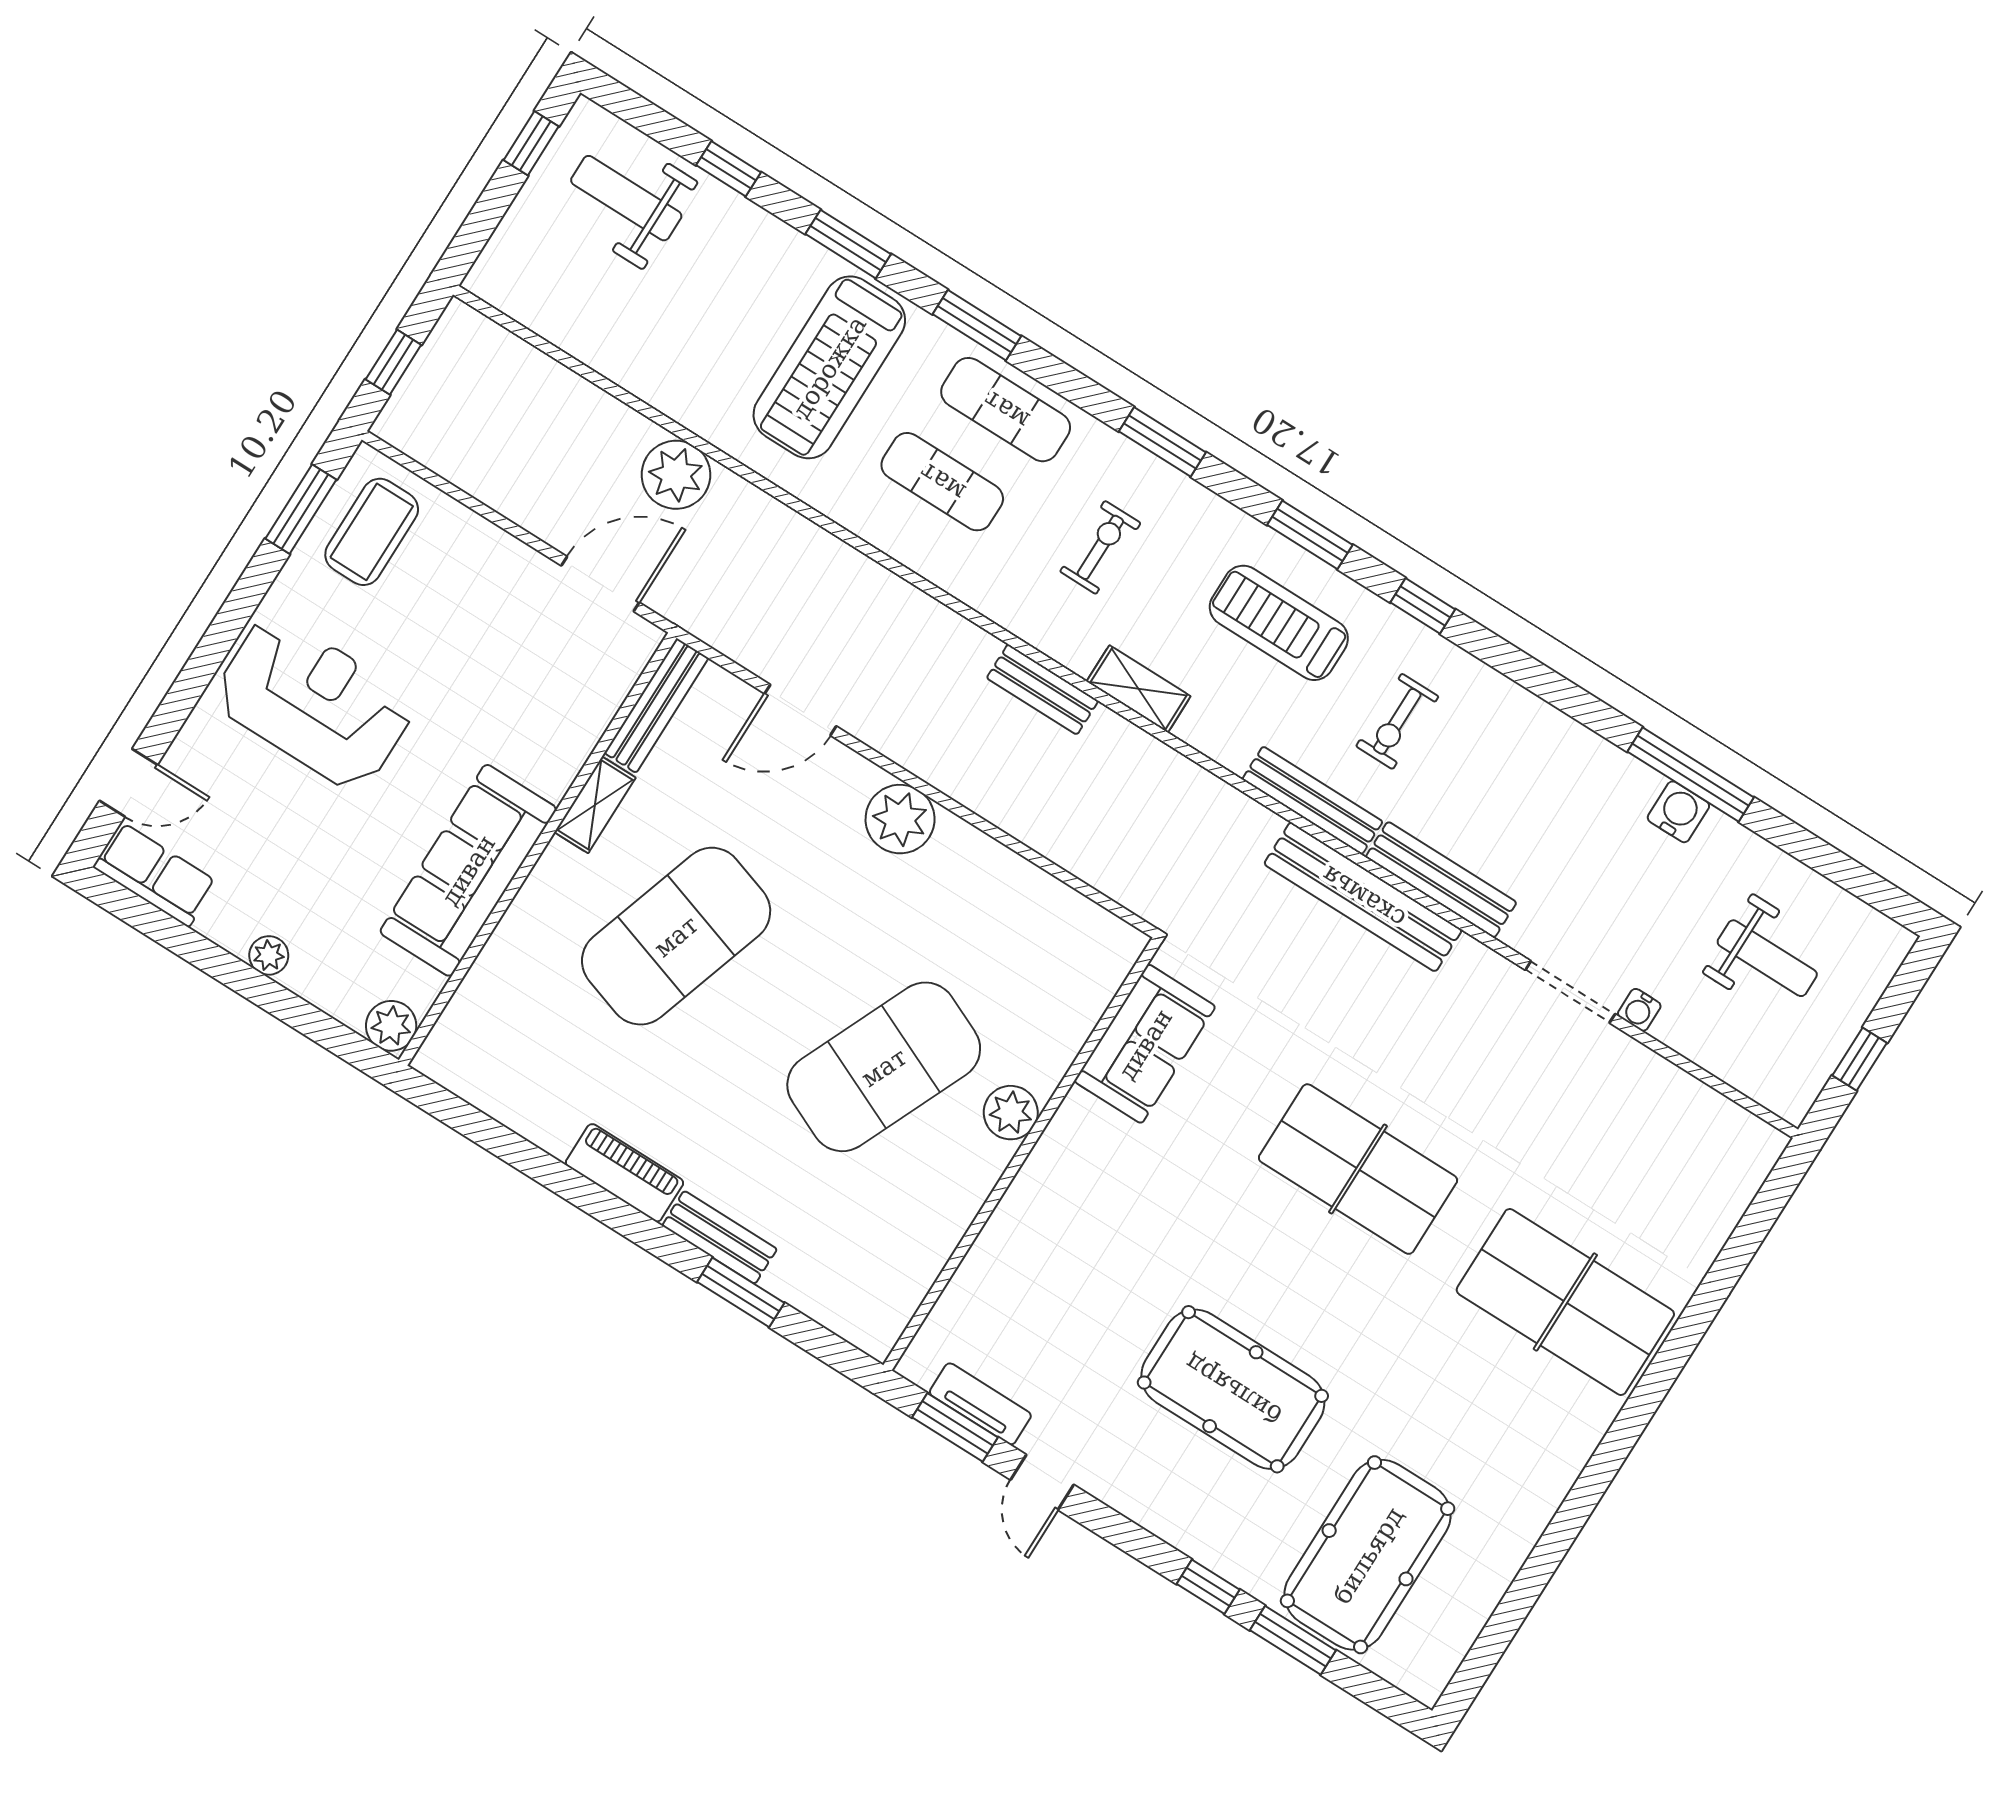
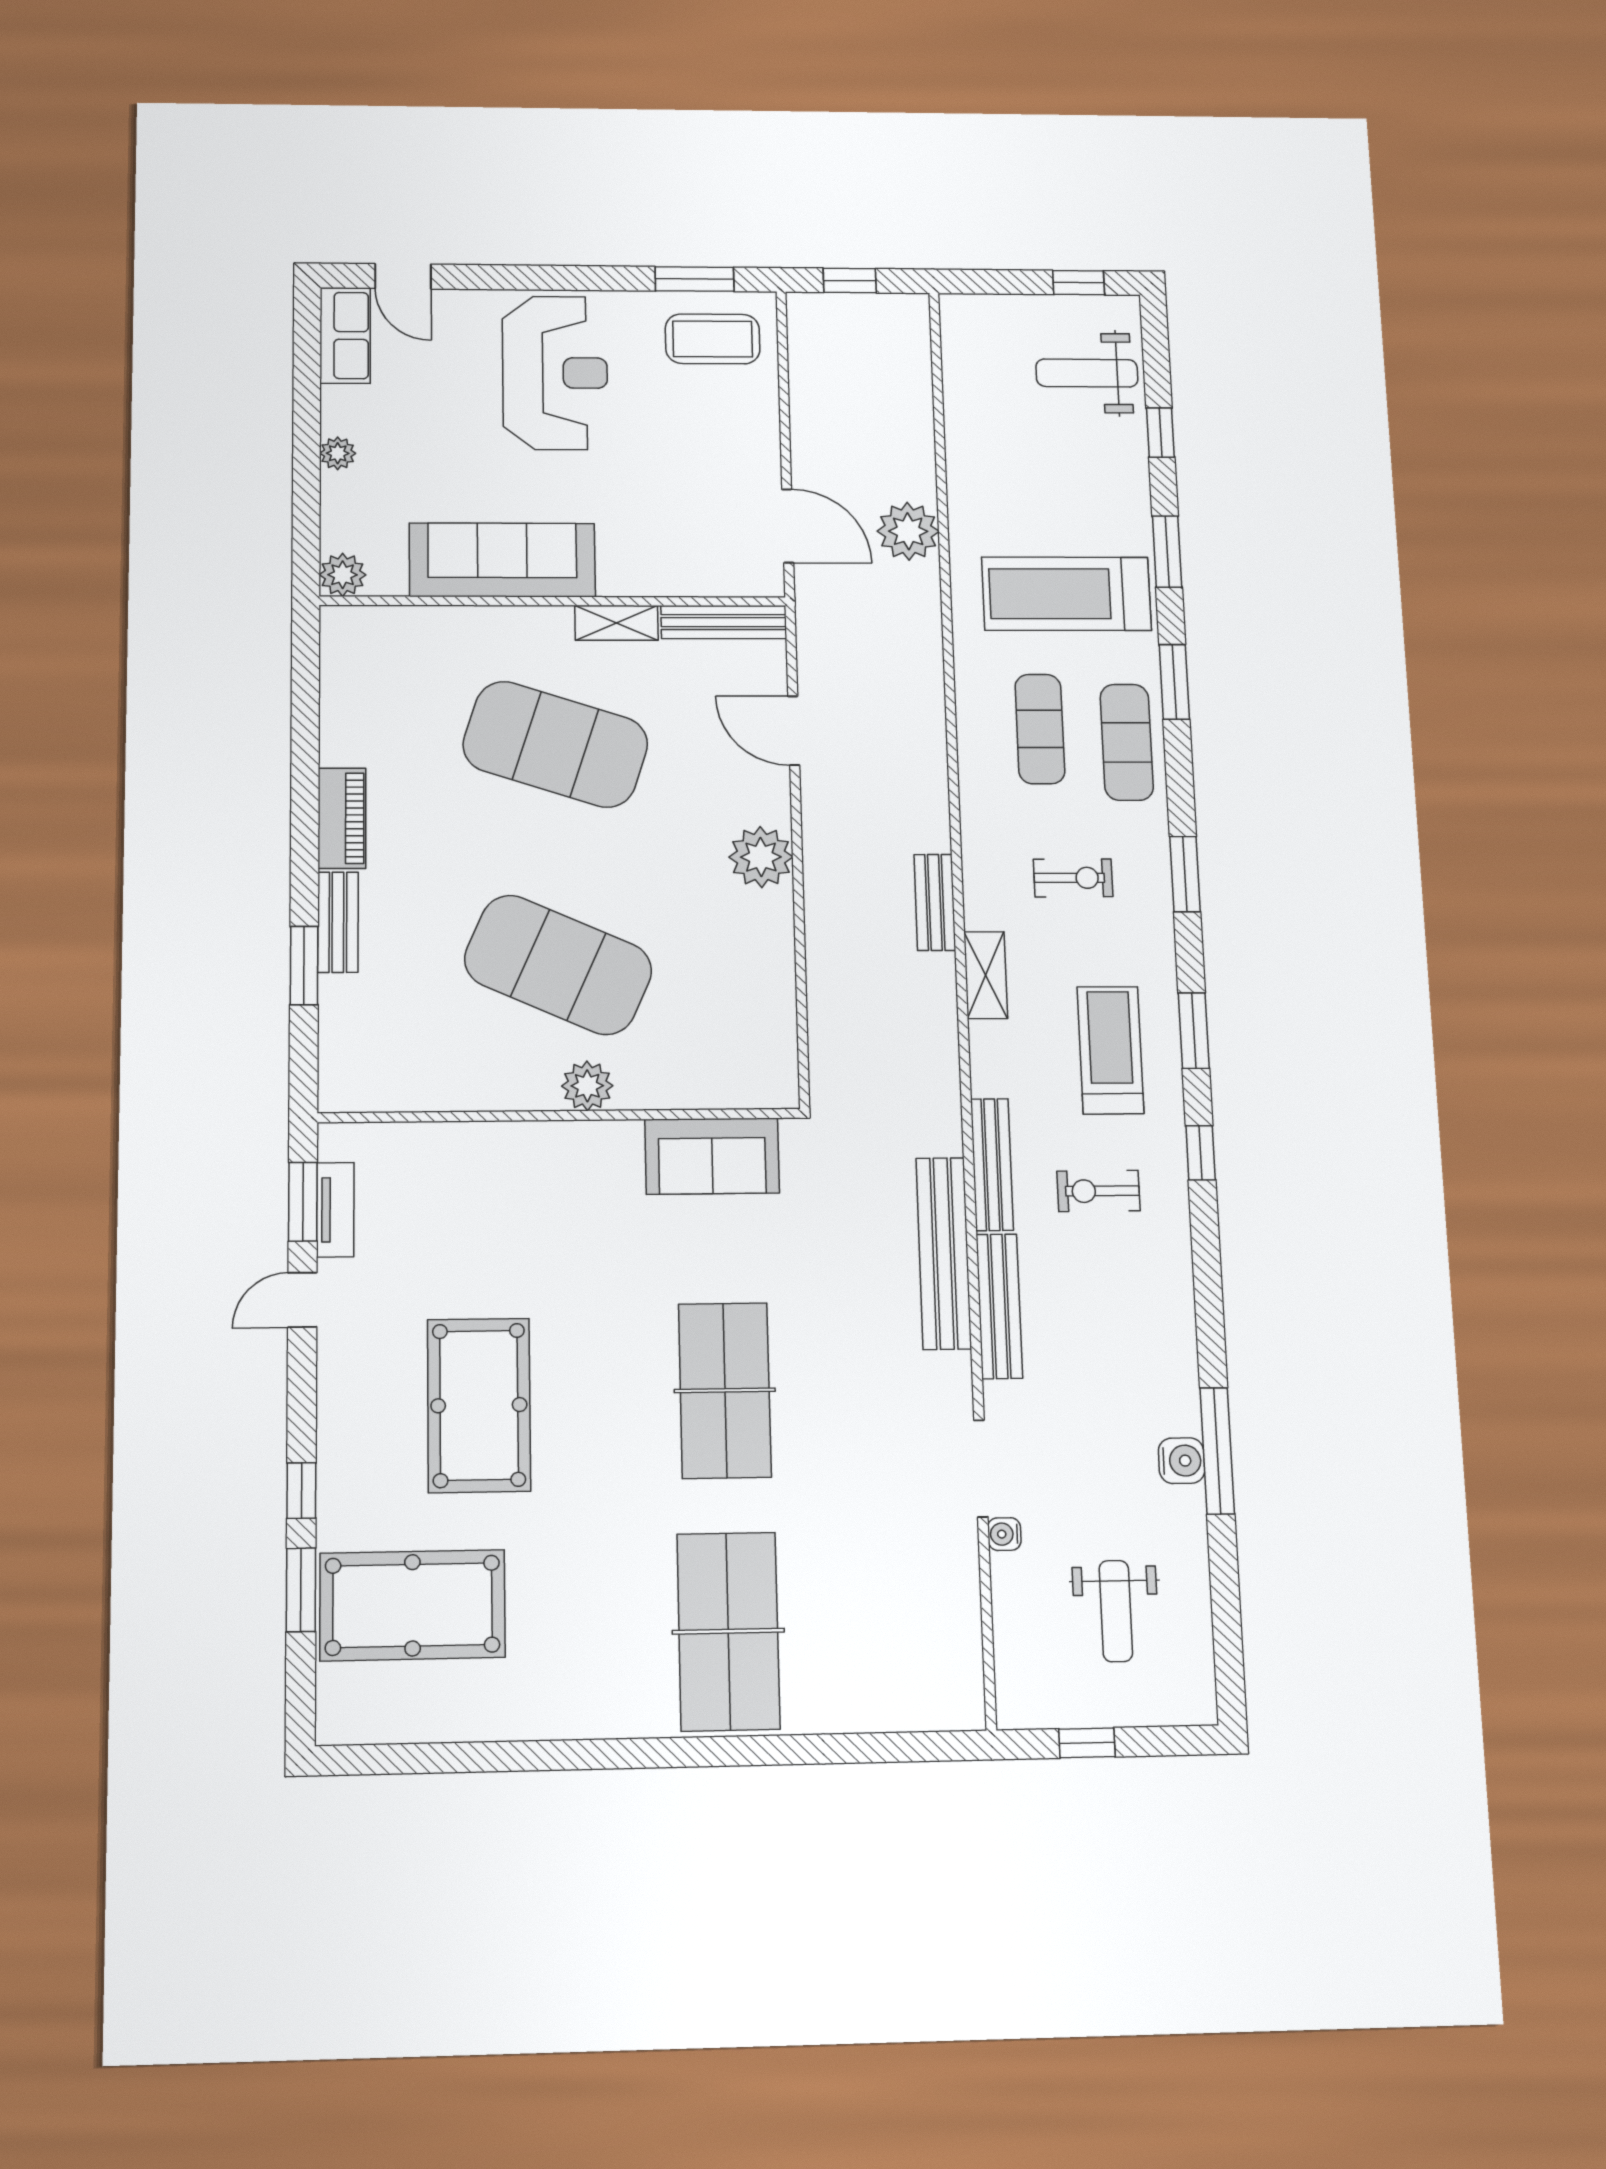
weight bench: (626, 198) -> (1087, 373), turned -90

